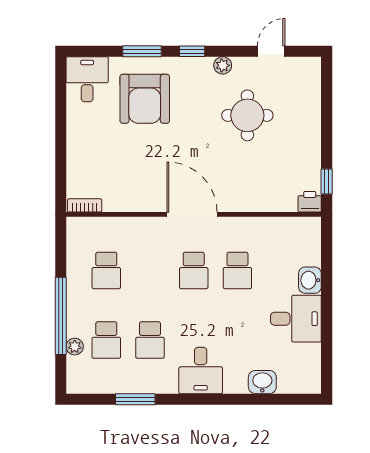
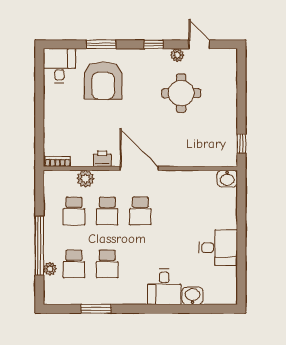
window: (192, 51) -> (154, 44), moved
door: (271, 51) -> (199, 44), hinge flipped
plant: (223, 65) -> (177, 55), moved
printer: (310, 202) -> (102, 159), moved
plant: (121, 228) -> (85, 179), added
school desk: (237, 270) -> (107, 211), moved
washbasin: (310, 280) -> (227, 179), moved, turned -90
desk: (201, 370) -> (164, 287), moved

